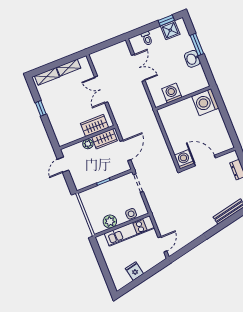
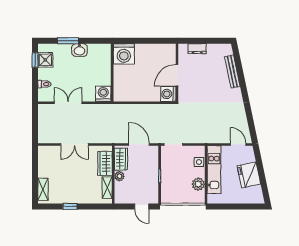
shelving: (69, 68) -> (107, 188), moved
washing machine: (172, 93) -> (103, 94), moved, turned 90
door: (63, 165) -> (142, 206), moved
fridge: (134, 271) -> (249, 175), width x1.88, depth x1.34

